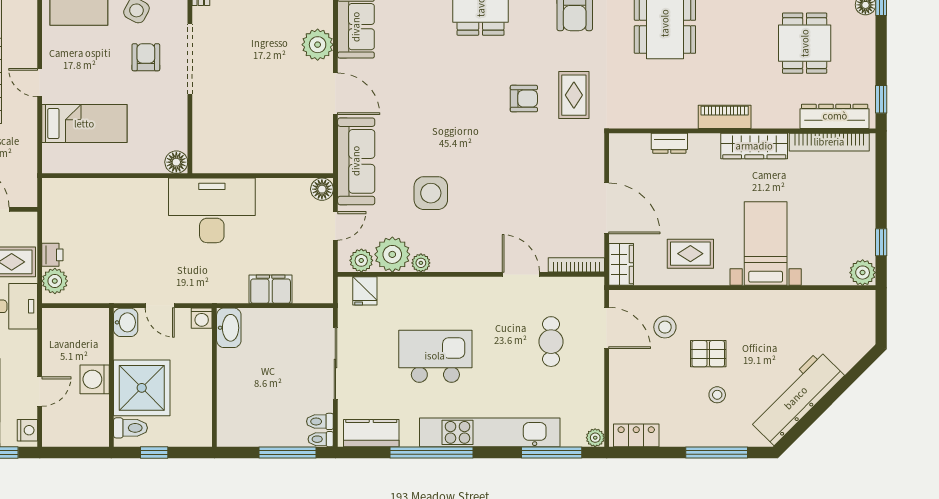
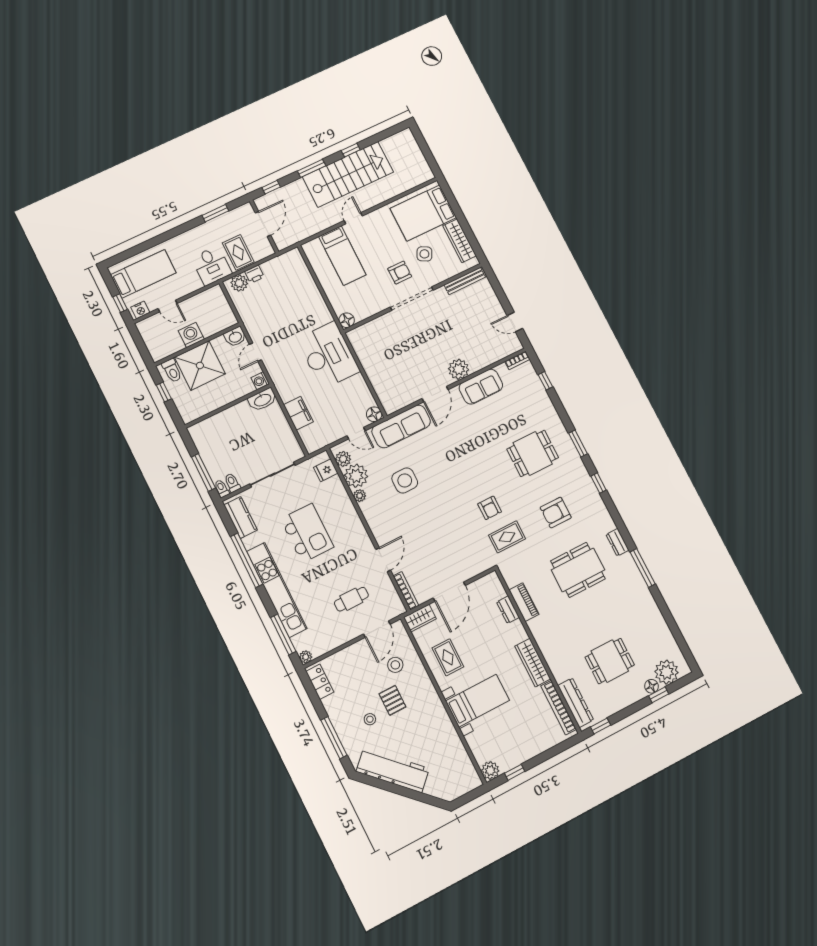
piano: (725, 117) -> (524, 602), moved

